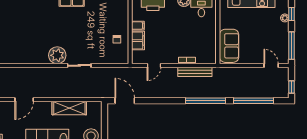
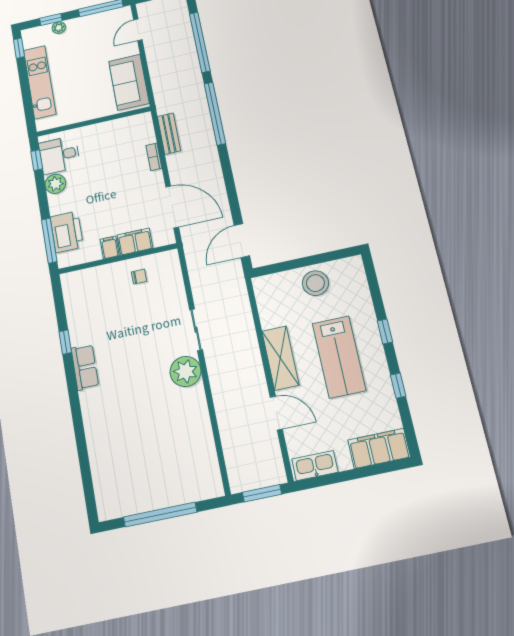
sofa: (229, 46) -> (129, 82), moved, turned -90
door: (154, 65) -> (172, 207), width x1.88
bench: (195, 72) -> (169, 134), width x0.73
shelving: (69, 108) -> (280, 358), moved

